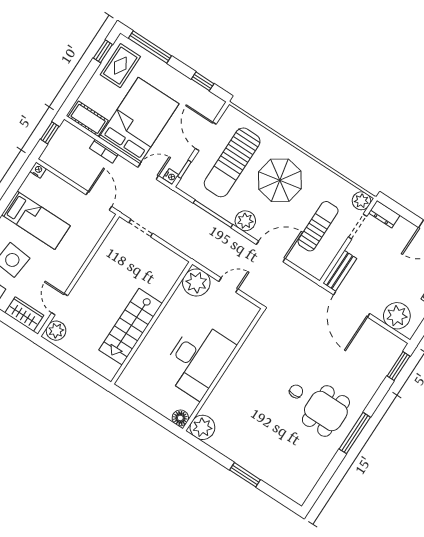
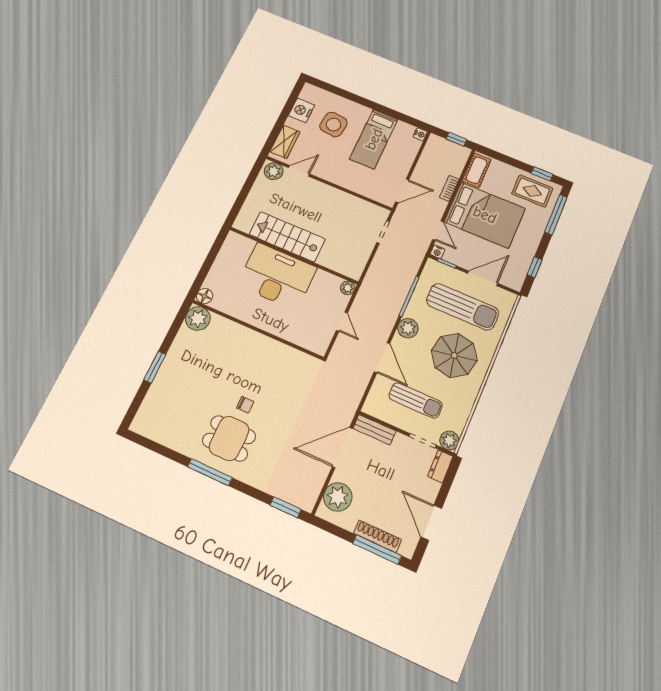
sun lounger: (232, 162) -> (463, 307), turned 180
plant: (196, 283) -> (348, 288), width x0.53, depth x0.53
desk: (197, 360) -> (277, 276), moved, turned 180

